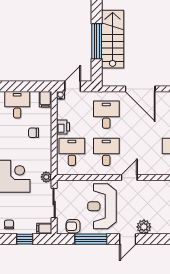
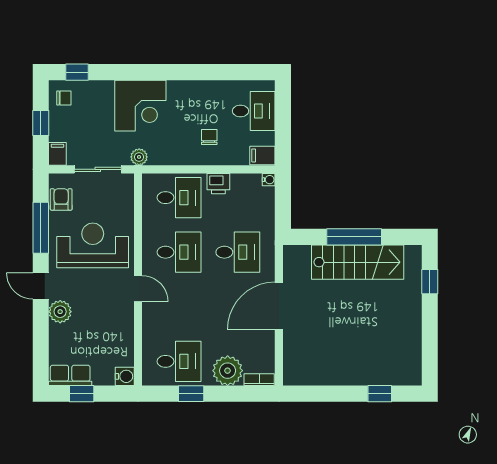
door: (73, 86) -> (283, 199), removed

